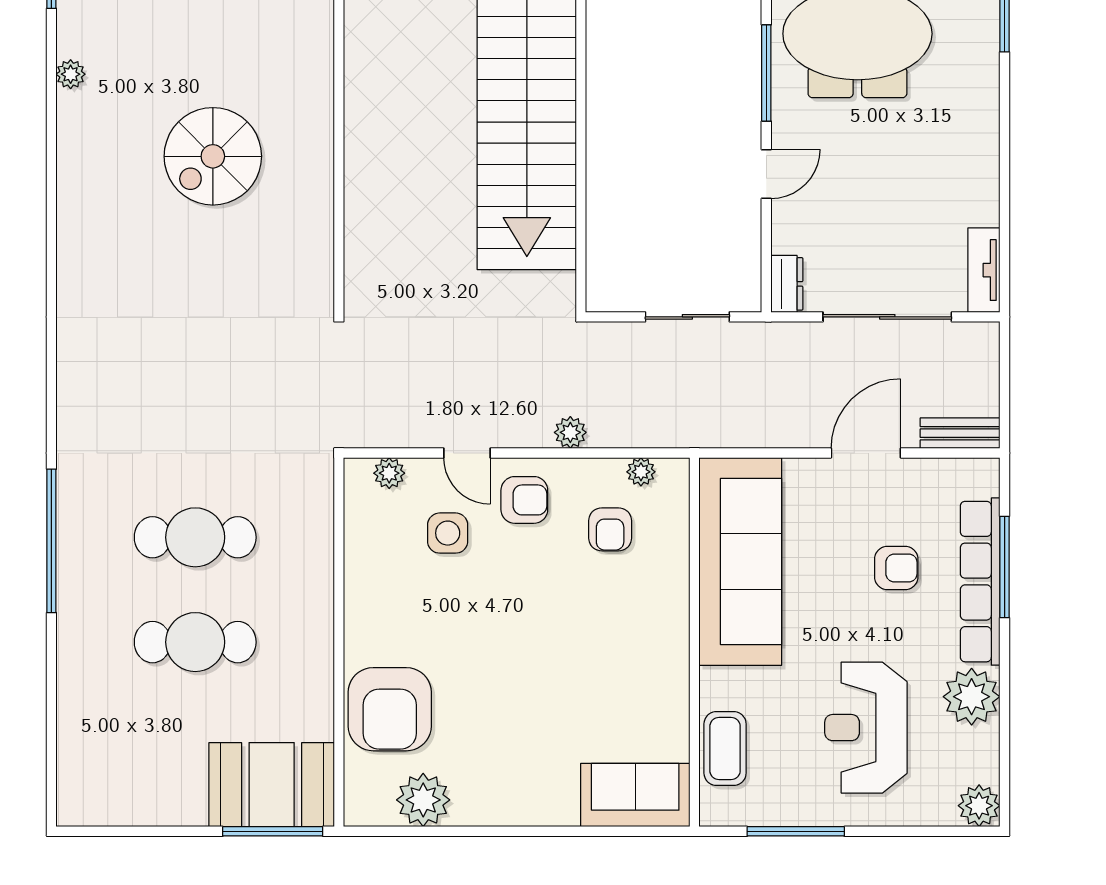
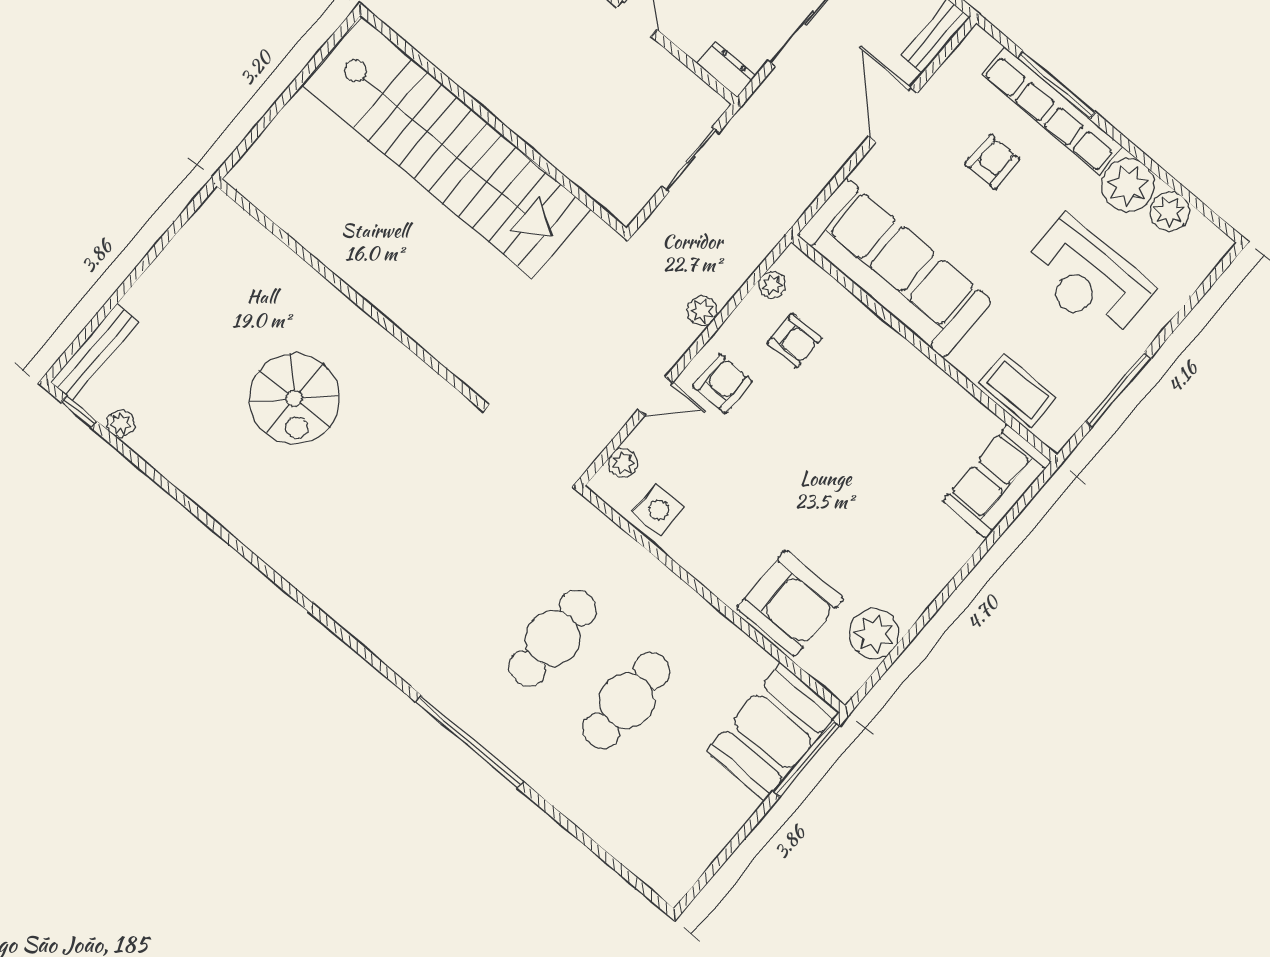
plant: (71, 74) -> (120, 424), moved
side table: (448, 533) -> (659, 510), moved
plant: (979, 806) -> (1170, 211), moved

